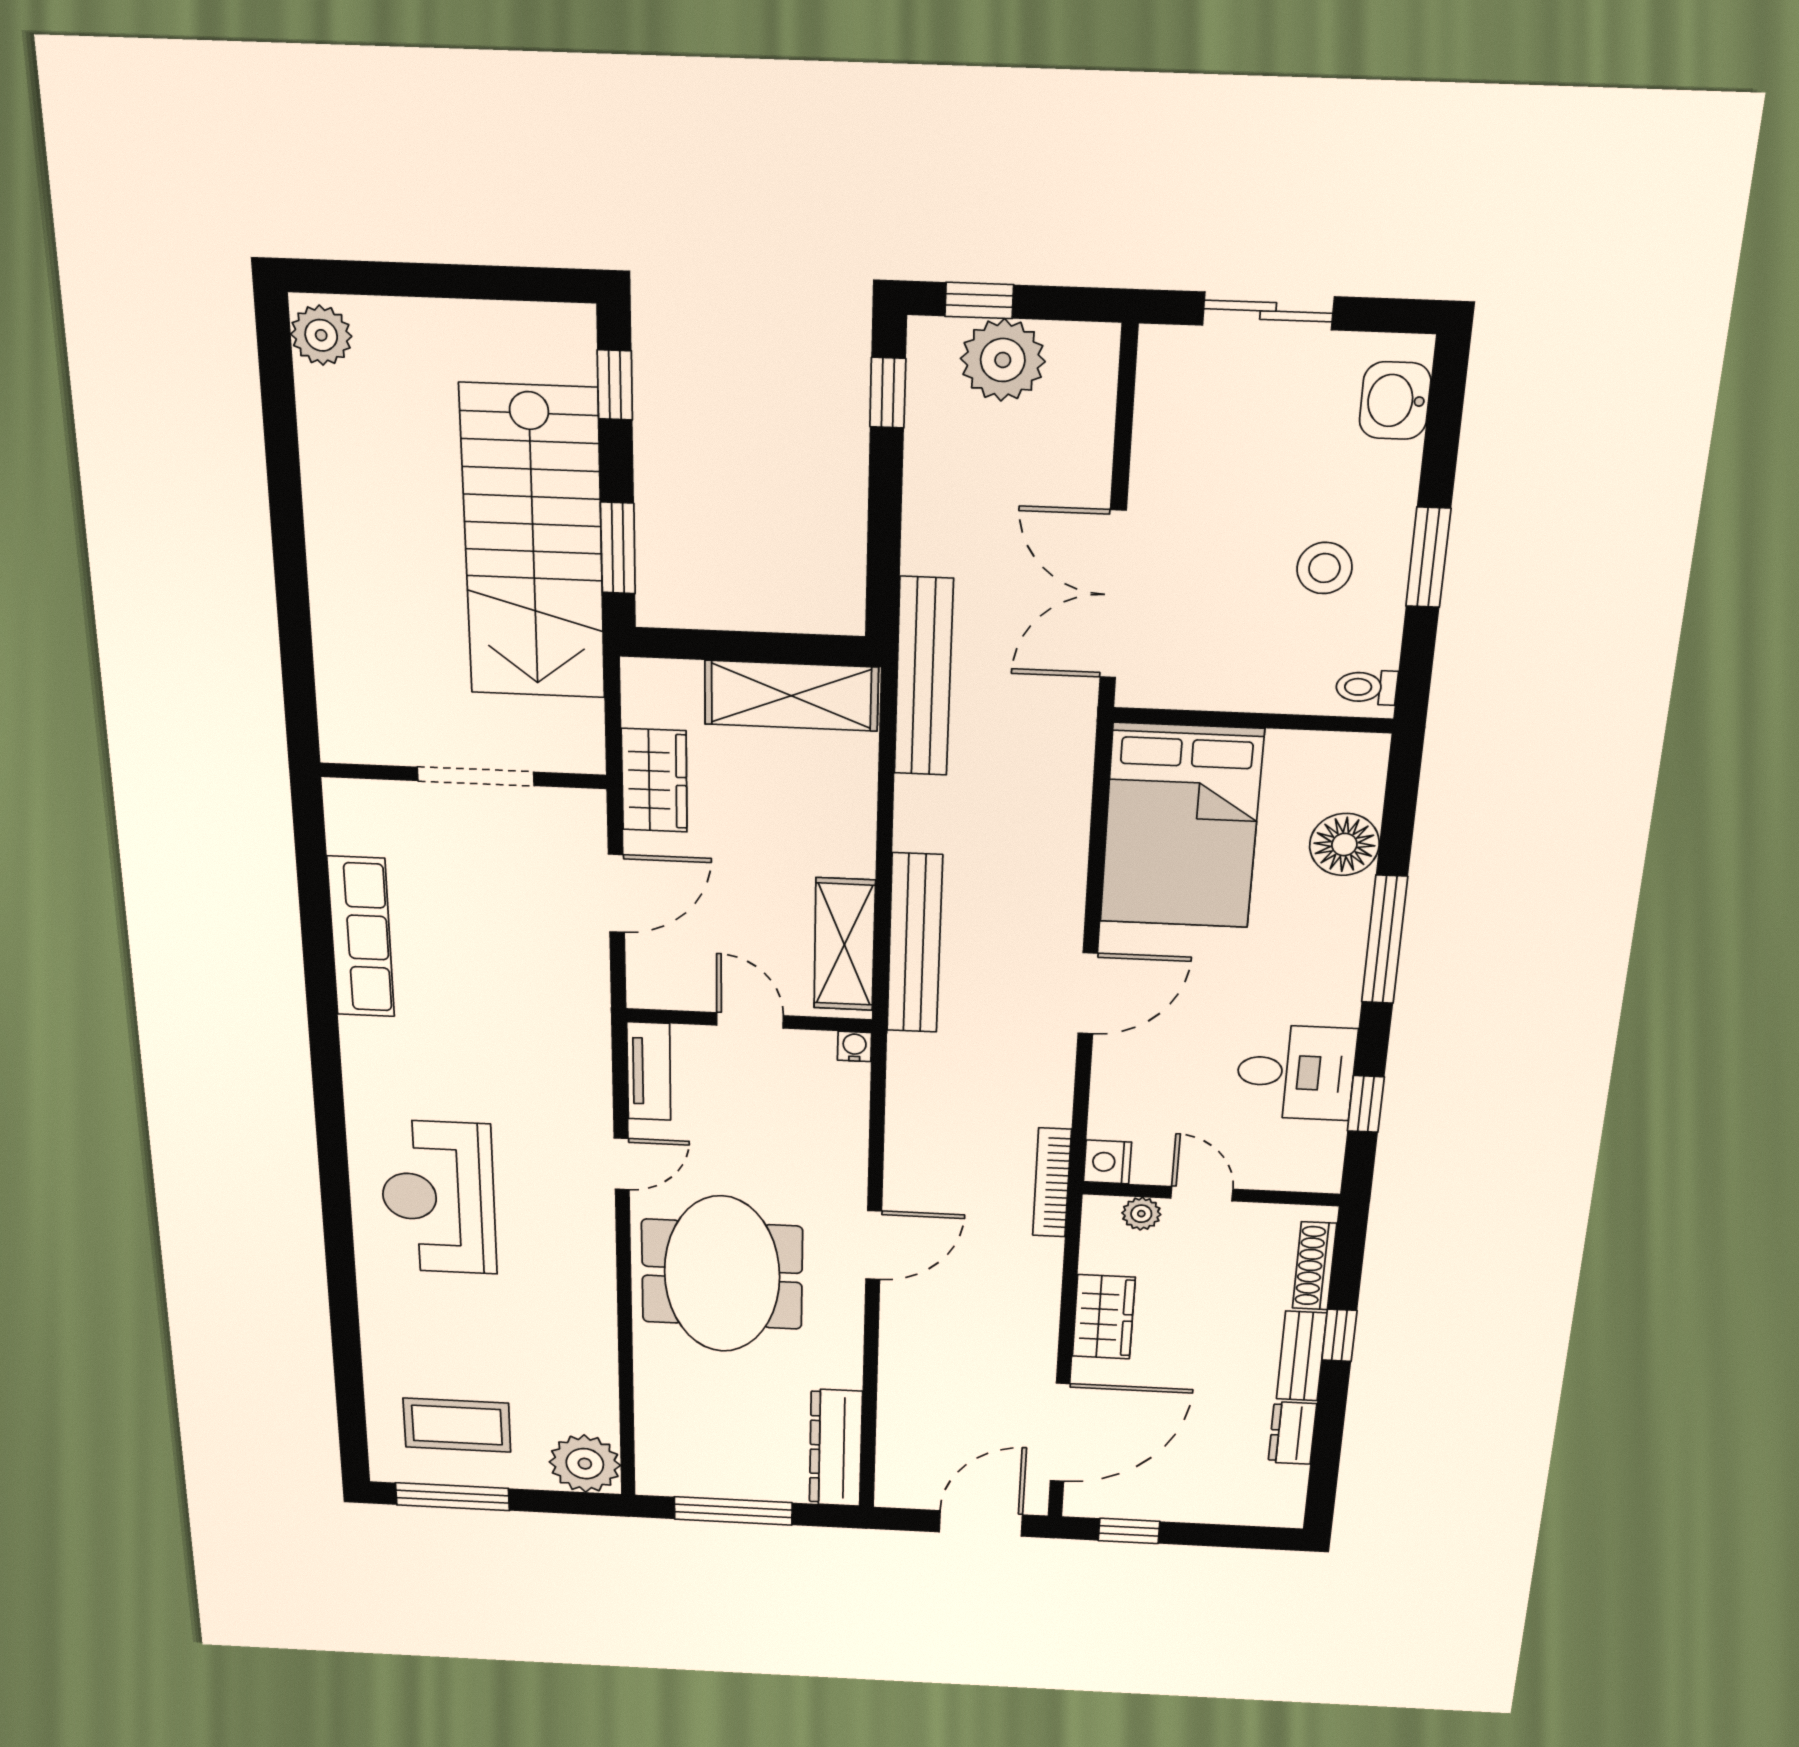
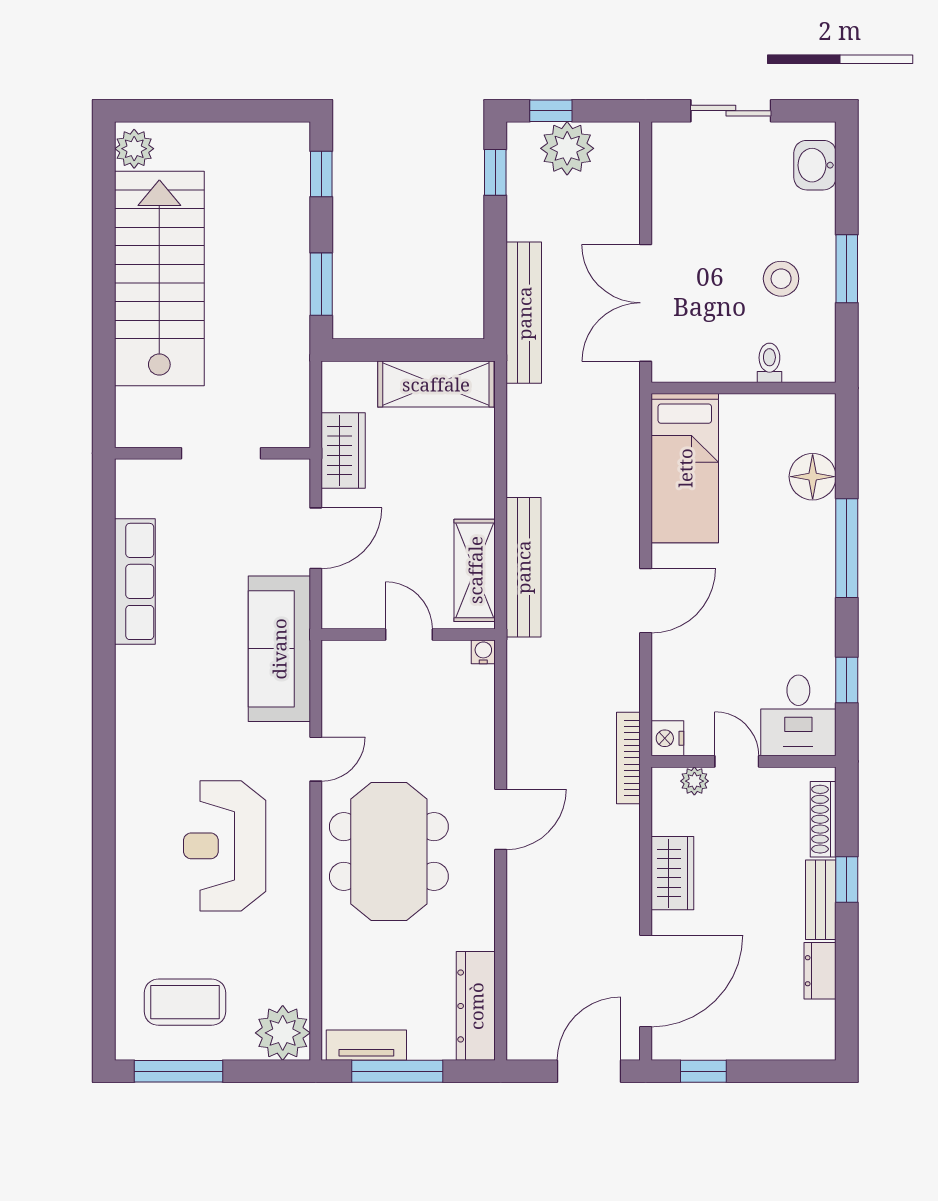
stairs: (533, 543) -> (159, 279), moved, turned 180
bench: (923, 677) -> (524, 313), moved
toilet: (1367, 687) -> (769, 363), moved, turned 90
bed: (1181, 826) -> (685, 468), width x0.67
sofa: (568, 1030) -> (279, 649), added
tv unit: (649, 1071) -> (366, 1045), moved, turned -90
desk: (1296, 1072) -> (798, 715), moved, turned 90
reception desk: (438, 1197) -> (225, 846), moved

